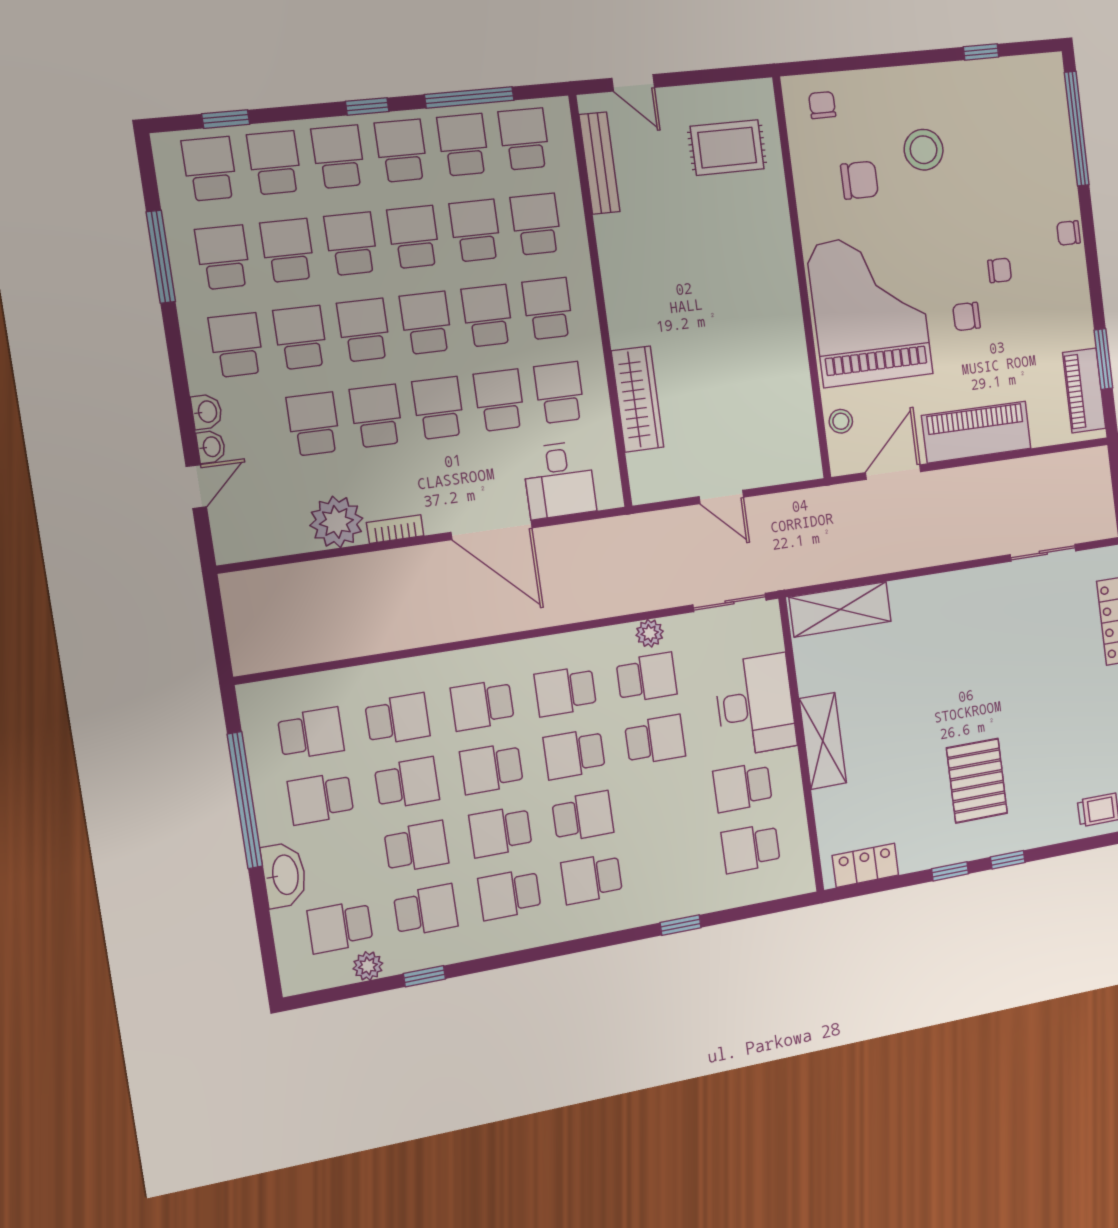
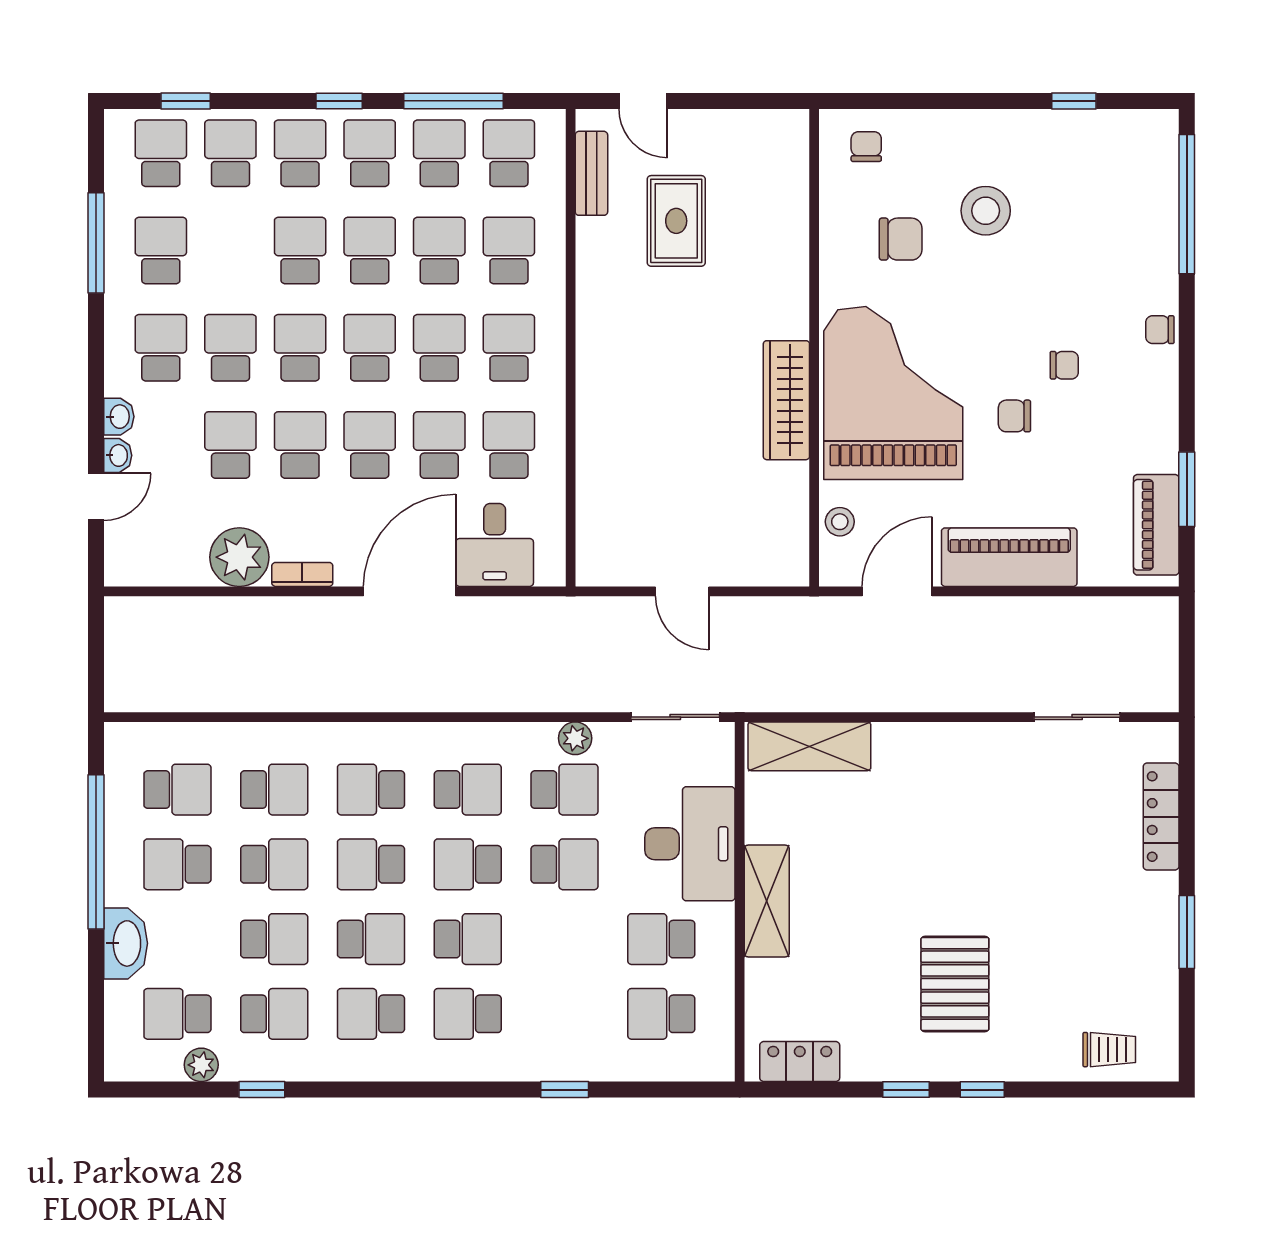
rug: (727, 148) -> (676, 221), moved, turned 90
bench: (600, 163) -> (591, 173), width x0.73
school desk: (288, 250) -> (230, 250), removed
wardrobe: (638, 399) -> (786, 400), moved, turned 180
door: (492, 530) -> (410, 591), swing flipped
school desk: (565, 691) -> (468, 790), turned 180
school desk: (501, 831) -> (371, 939), turned 180

